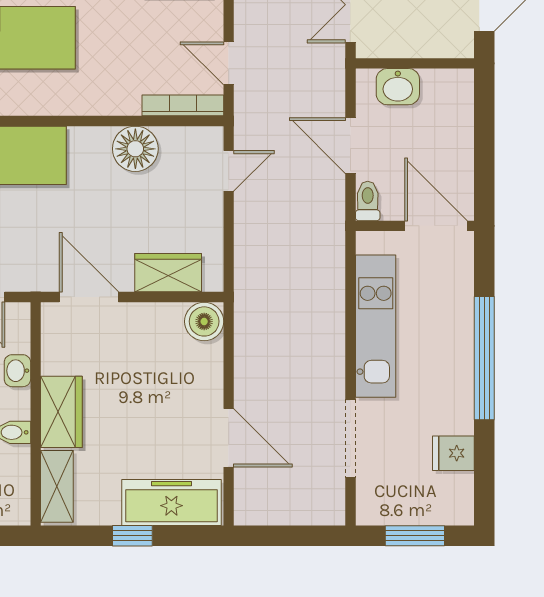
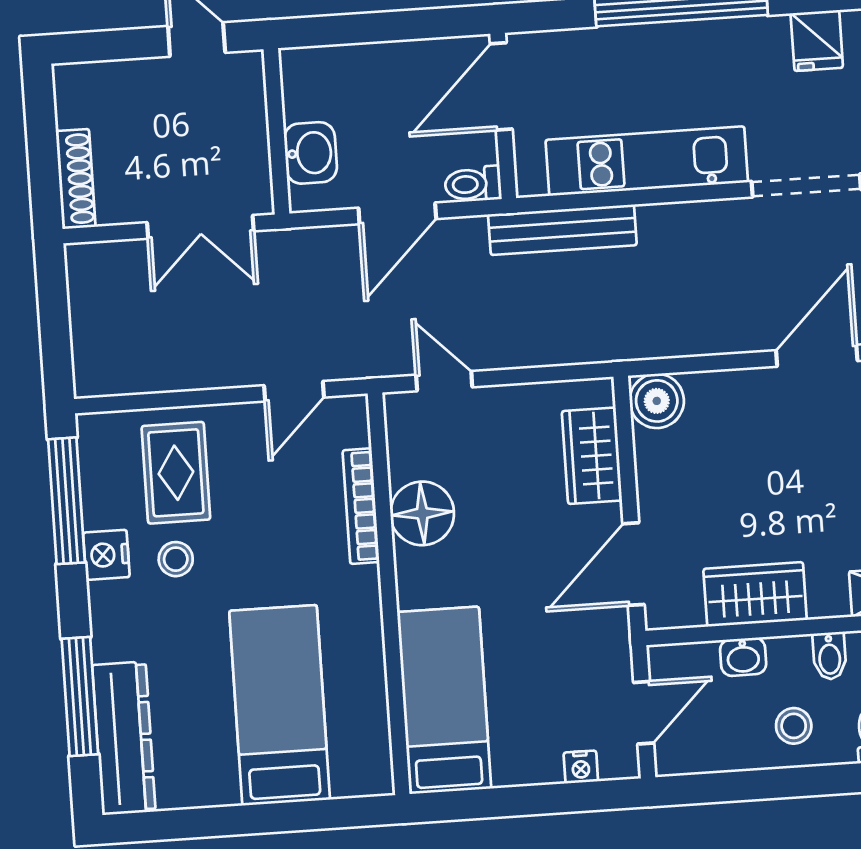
bookcase: (183, 105) -> (361, 506), moved
bench: (331, 263) -> (562, 230), added
wardrobe: (61, 412) -> (755, 594), moved

